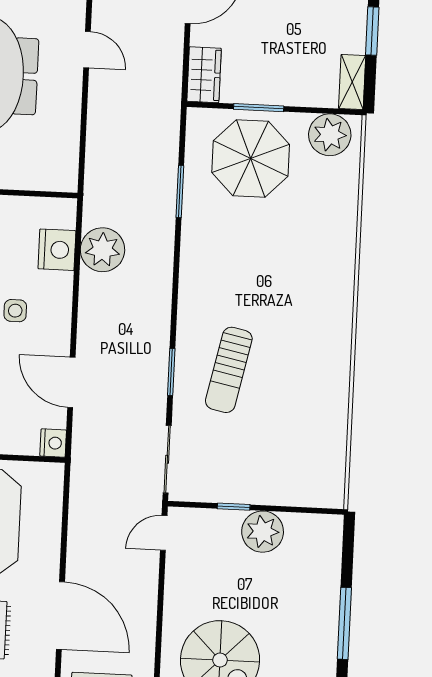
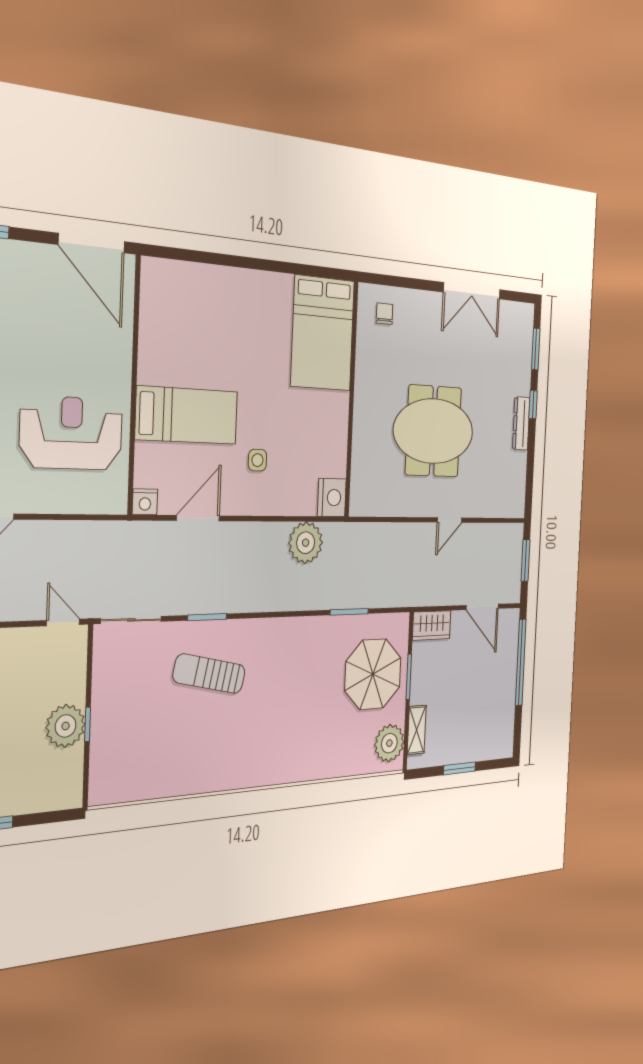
shelving: (352, 82) -> (417, 730), moved, turned 90
nightstand: (57, 250) -> (332, 498), moved, turned -90
window: (234, 507) -> (88, 724), moved

